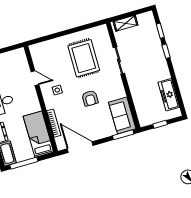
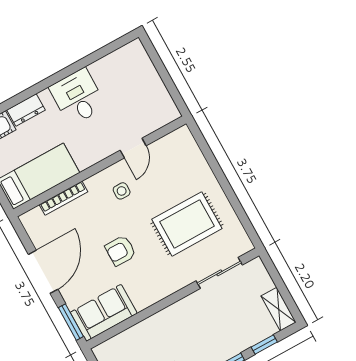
shelving: (126, 23) -> (279, 309), moved
sliding door: (119, 60) -> (219, 273), moved
door: (80, 147) -> (43, 272), moved

